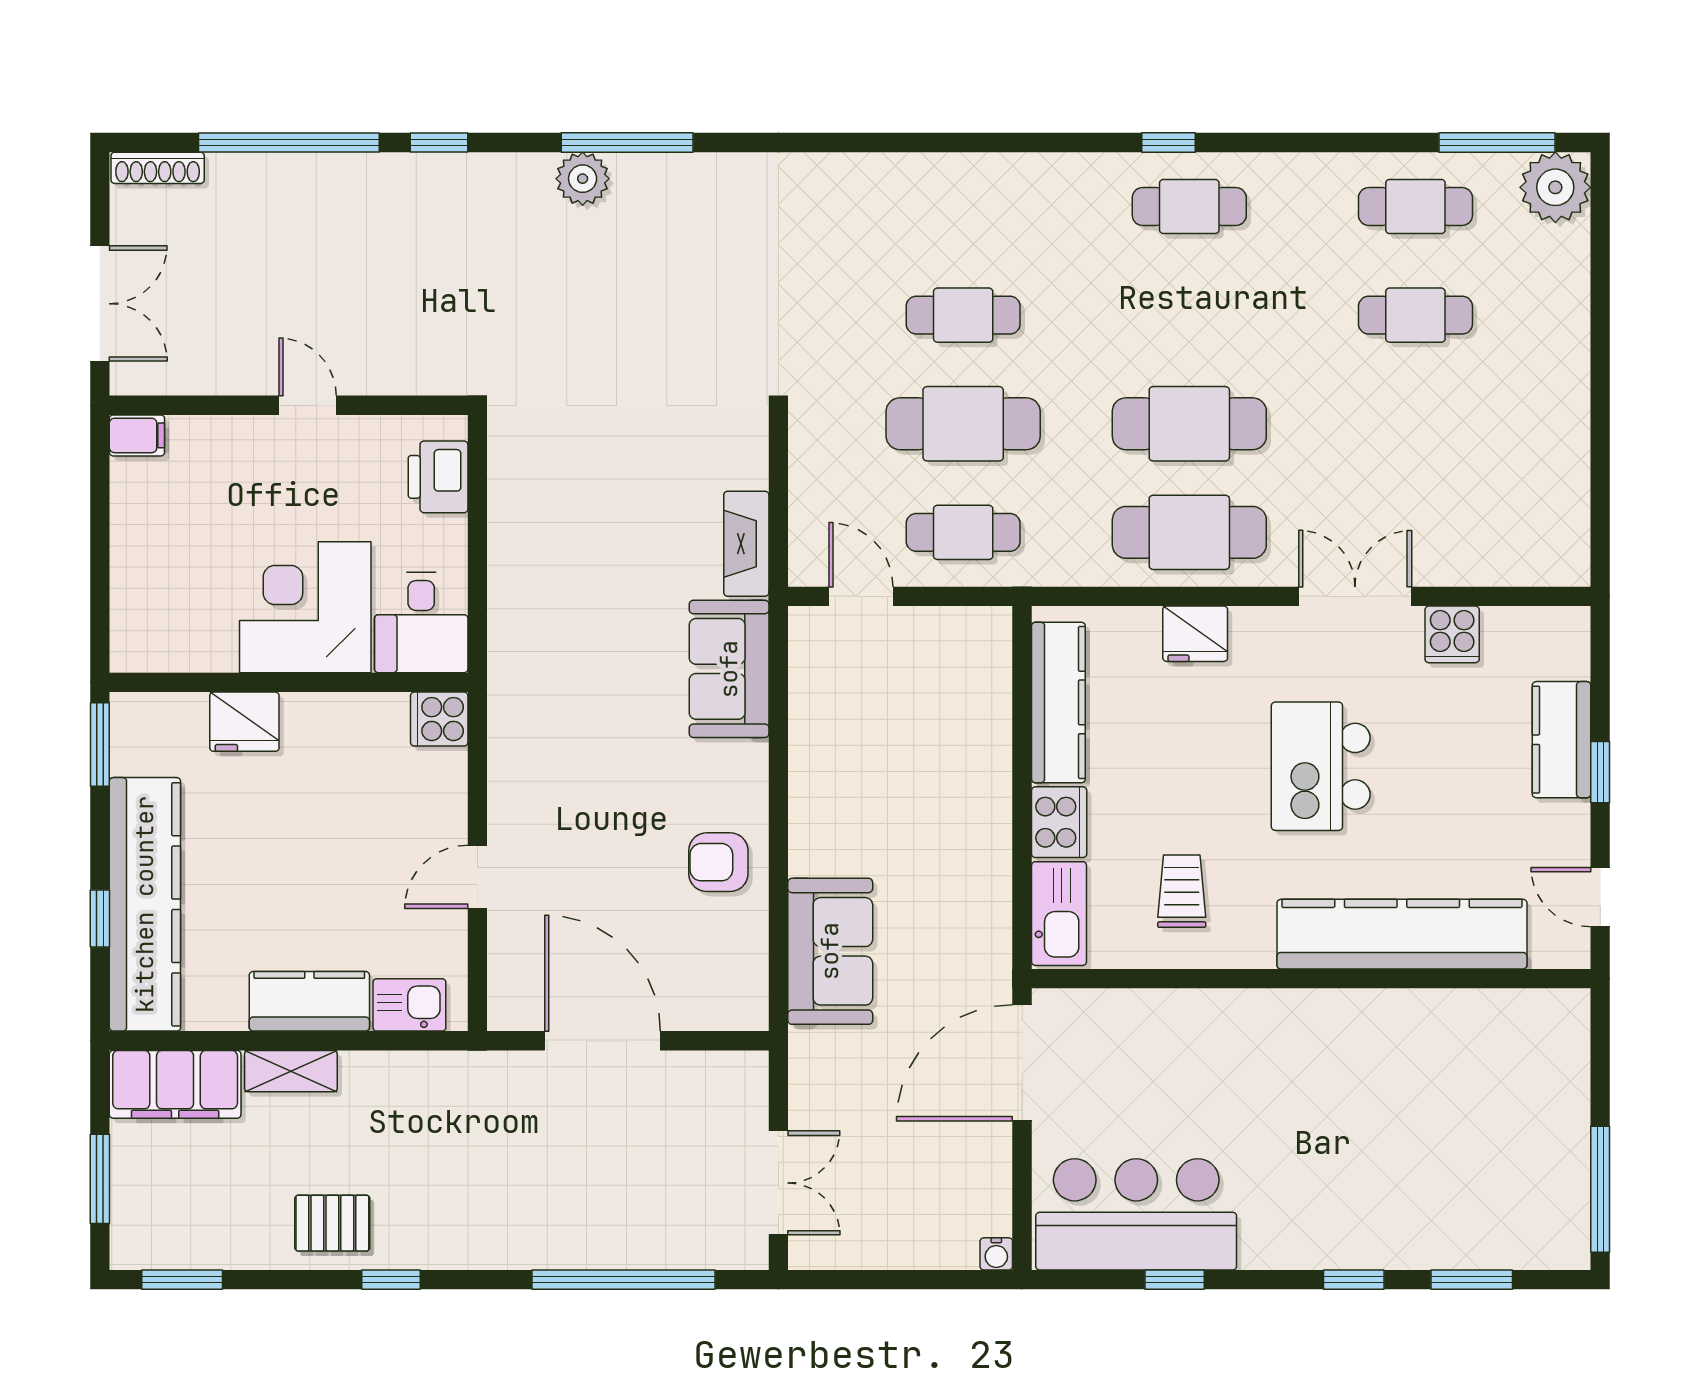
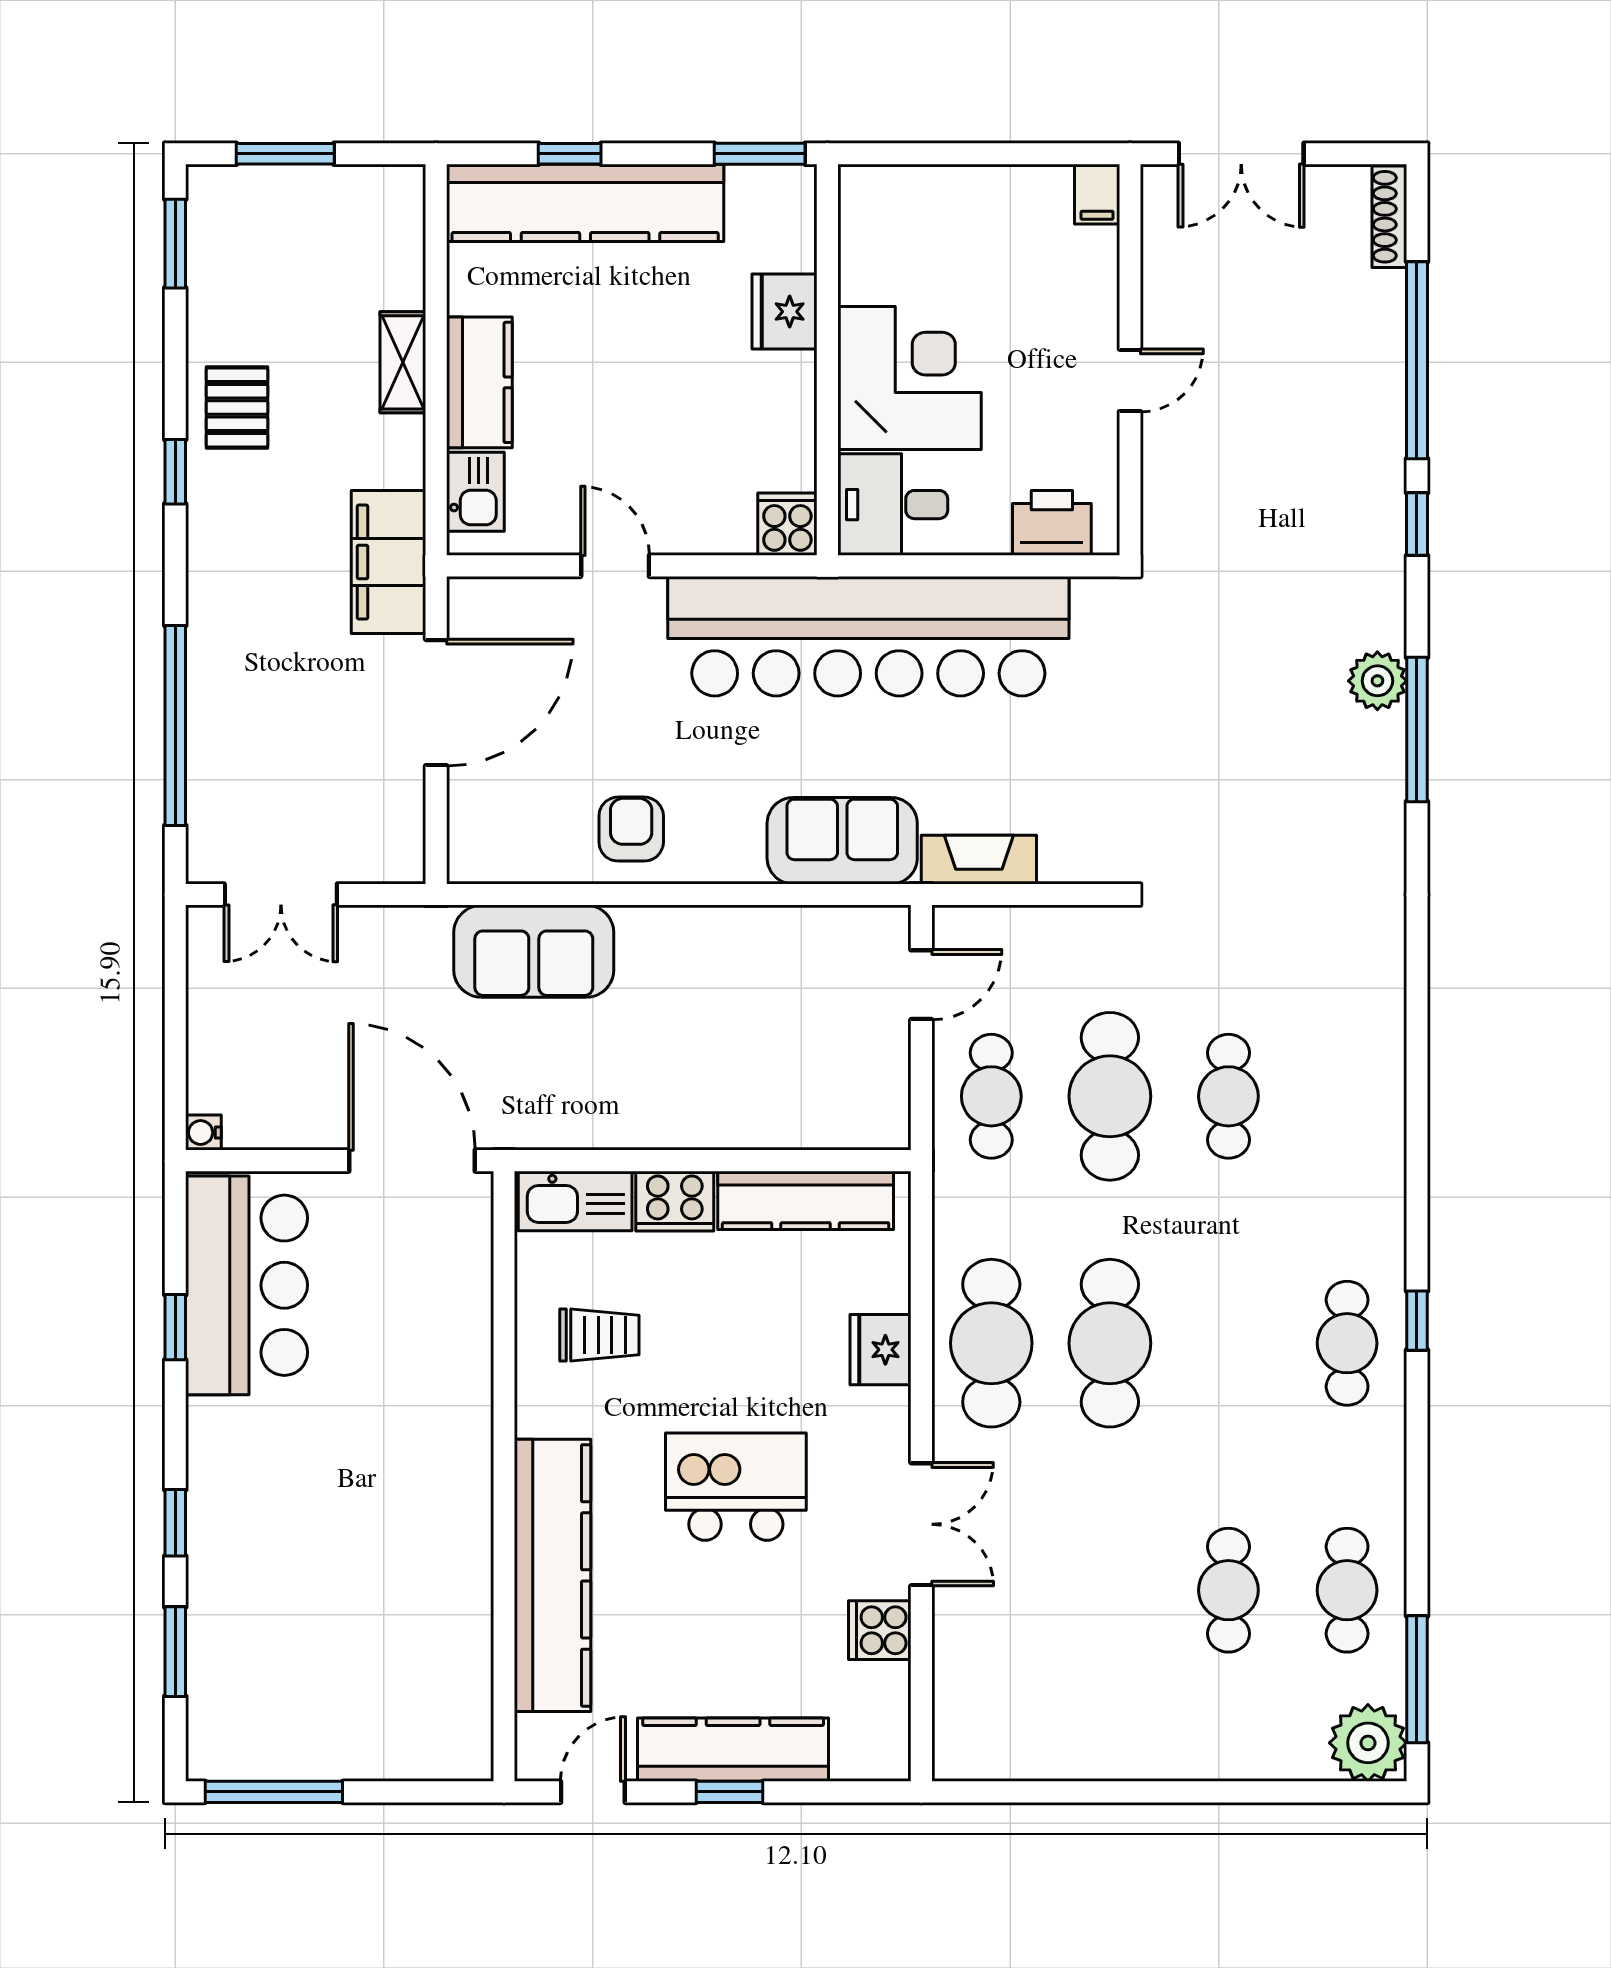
bar counter: (542, 645) -> (868, 636), added
kitchen counter: (1562, 740) -> (733, 1750), width x1.50
filing cabinet: (175, 1084) -> (389, 562), moved

